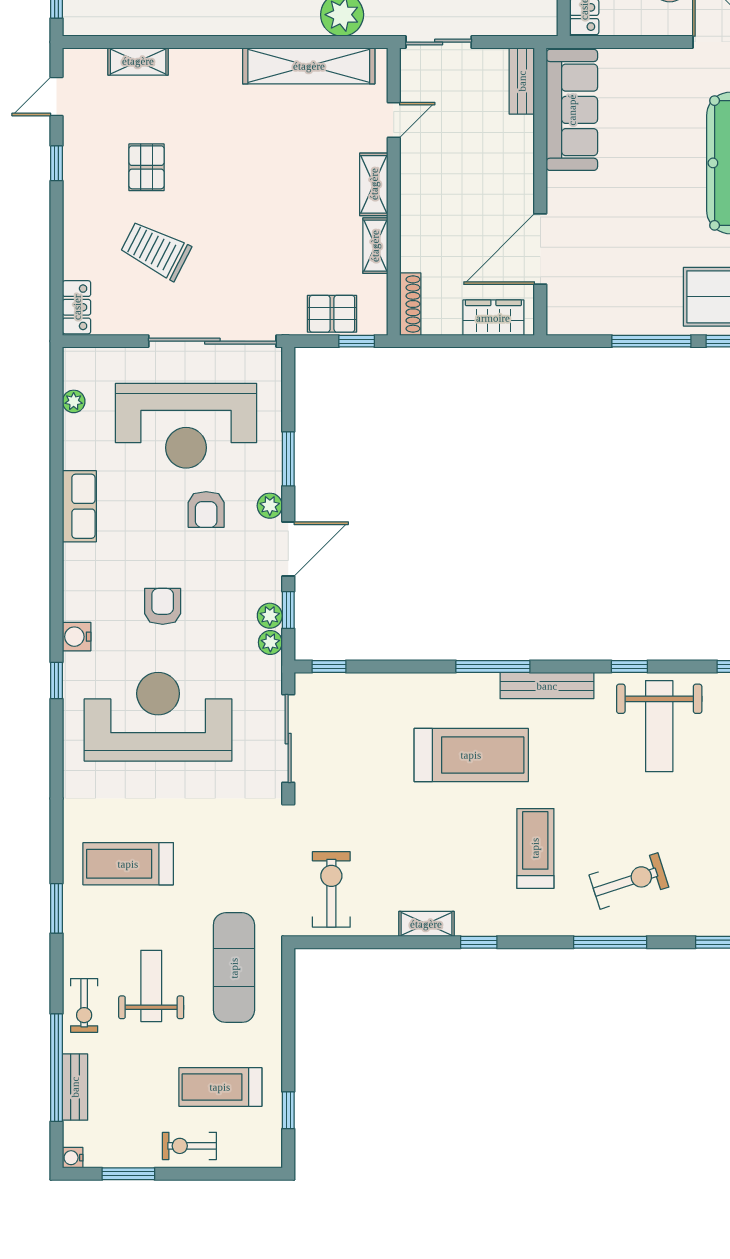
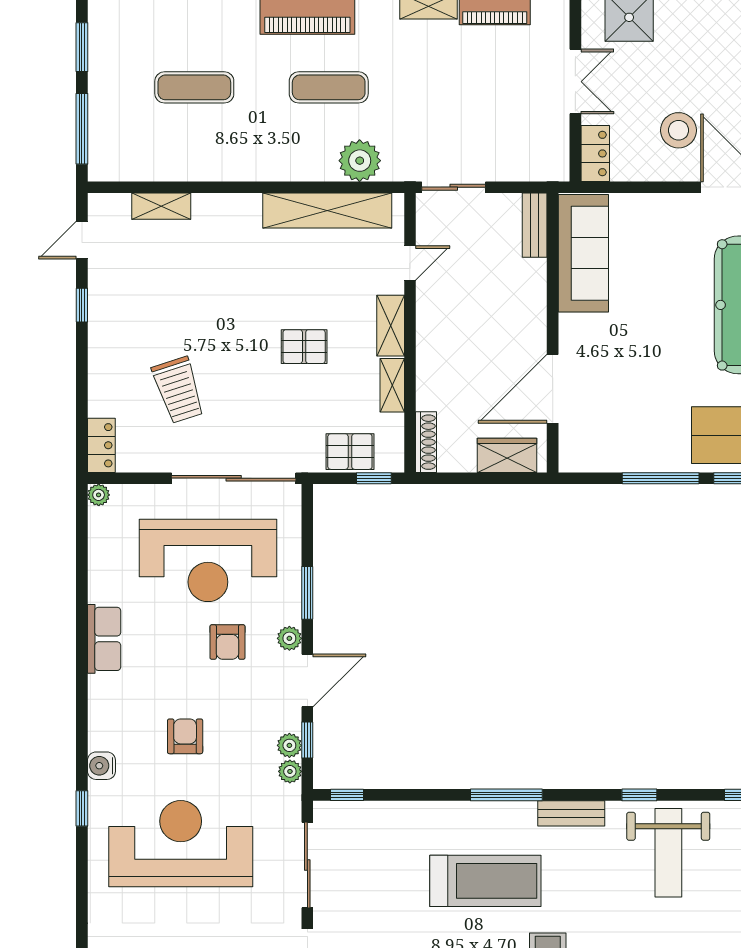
pallet: (147, 167) -> (304, 347), moved, turned 90
trolley: (156, 250) -> (178, 390), turned -135
plant: (74, 401) -> (99, 495), moved
bench: (547, 686) -> (571, 813), width x0.73

